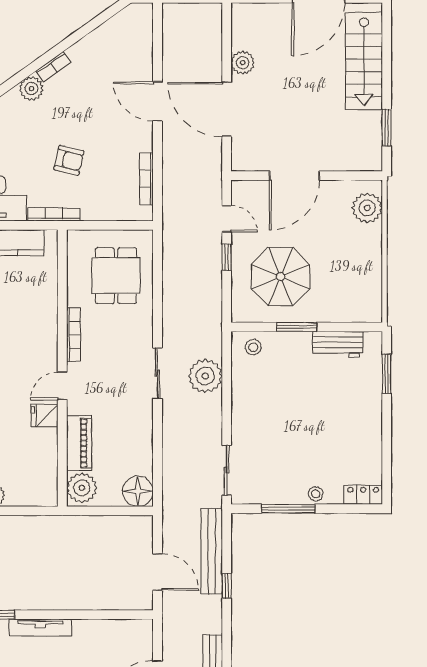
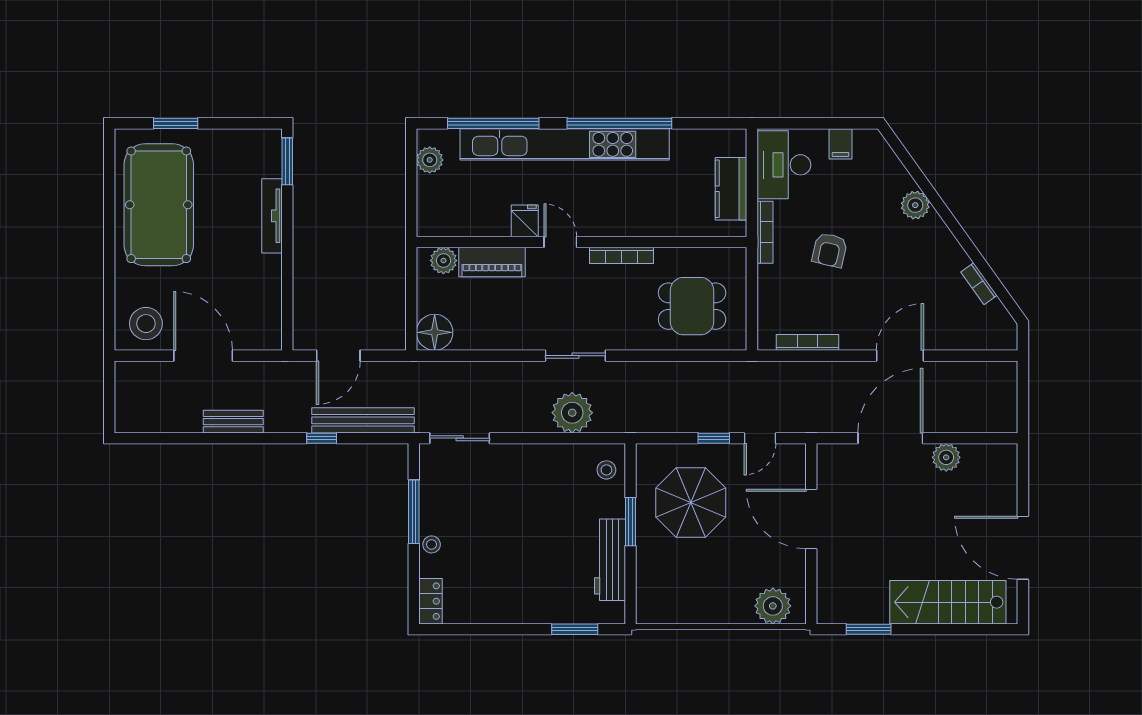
bookcase: (53, 67) -> (979, 284), moved
workbench: (338, 344) -> (610, 560), width x1.38
plant: (82, 488) -> (443, 261), width x0.73, depth x0.73

